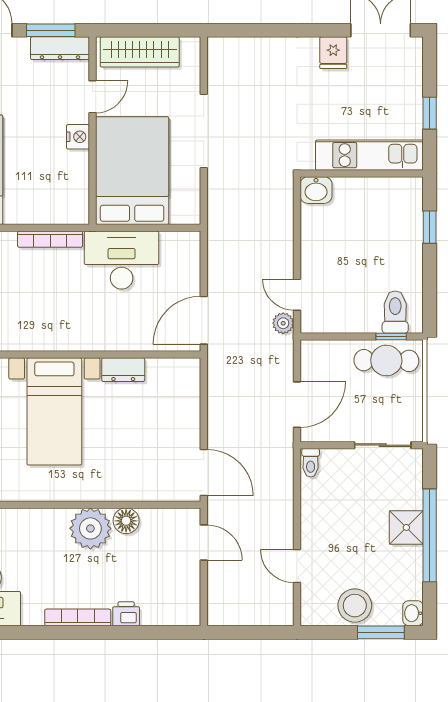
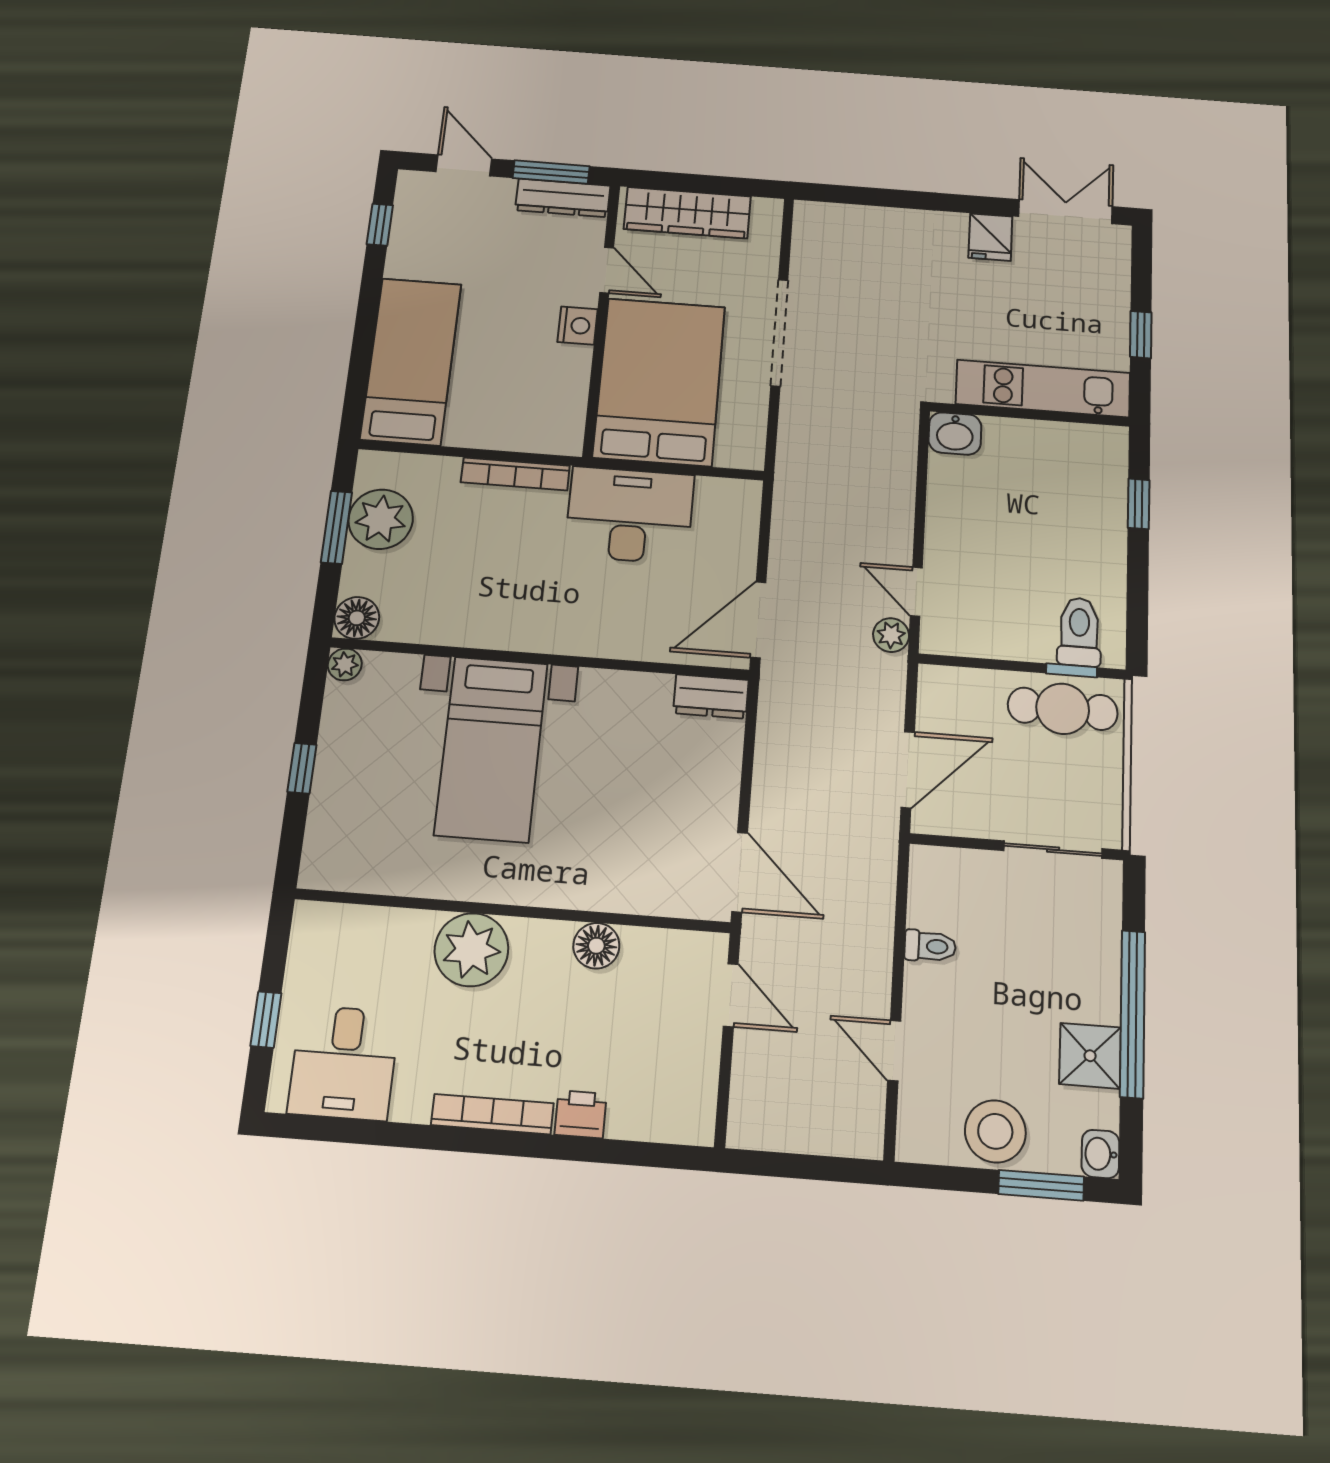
door: (92, 97) -> (607, 270), hinge flipped
dresser: (123, 370) -> (711, 696), moved
toilet: (311, 463) -> (930, 946), moved, turned -90
shower: (406, 527) -> (1090, 1056), moved
plant: (90, 528) -> (471, 950), moved

